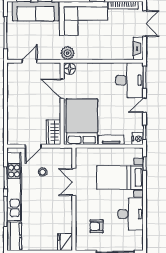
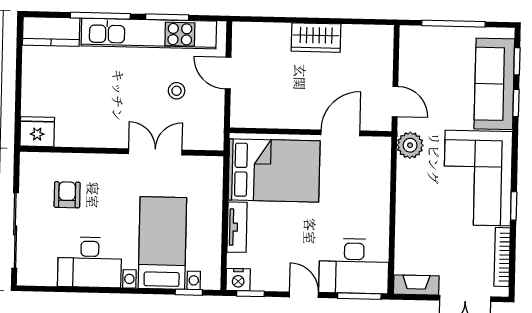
door: (29, 61) -> (395, 102), moved
floor lamp: (69, 69) -> (379, 148), removed
wardrobe: (53, 132) -> (316, 38), moved, turned 180

